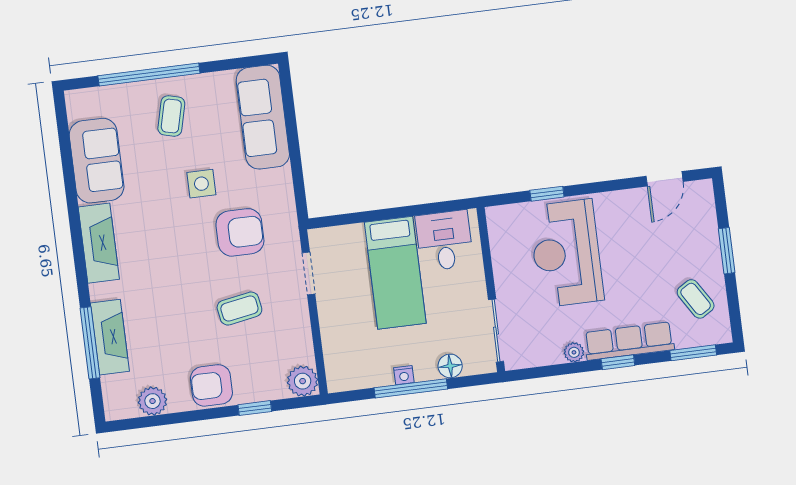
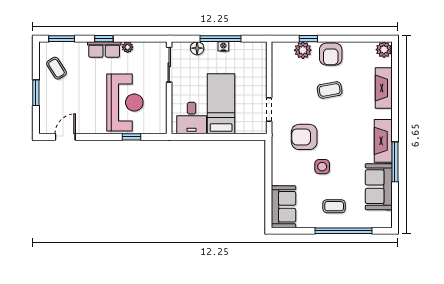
coffee table: (171, 116) -> (334, 206), turned 76
sofa: (263, 117) -> (283, 207), width x0.73
coffee table: (239, 309) -> (330, 90), moved
row of seats: (629, 341) -> (104, 49), width x0.68
window: (90, 343) -> (395, 162), moved
plant: (303, 381) -> (303, 50), moved
armchair: (211, 385) -> (331, 54), turned 90
plant: (153, 401) -> (384, 50), moved

